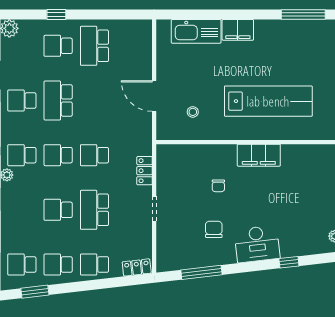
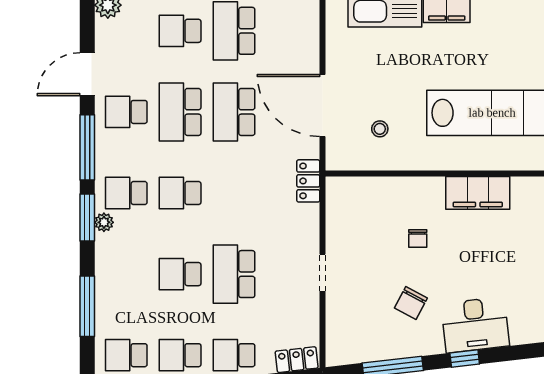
door: (154, 96) -> (322, 105), width x1.36
school desk: (94, 155) -> (234, 112), moved, width x1.85
locker: (145, 171) -> (308, 181), moved
chair: (214, 229) -> (411, 303), turned -152
window: (289, 262) -> (465, 358), moved

